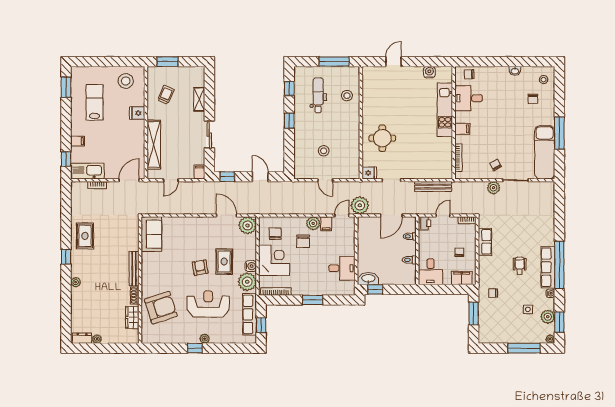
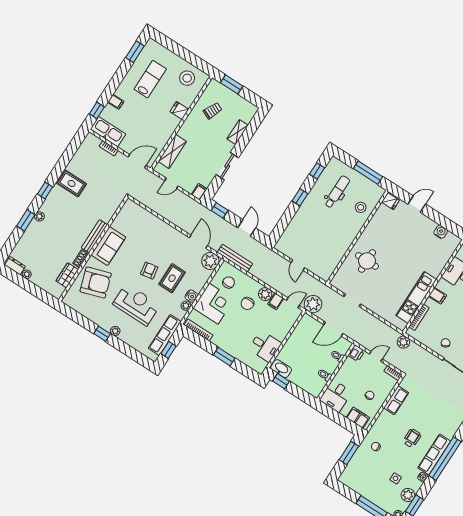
kitchen unit: (445, 110) -> (416, 297), moved
shelving: (154, 145) -> (172, 151), width x0.68
stool: (324, 151) -> (312, 240), removed
fridge: (369, 173) -> (391, 201), moved
bench: (433, 187) -> (235, 258), moved
plant: (493, 188) -> (403, 342), moved
sofa: (151, 234) -> (108, 246), moved
rug: (85, 236) -> (72, 183), turned 90
plant: (247, 282) -> (186, 306), width x0.53, depth x0.53
window: (66, 293) -> (26, 220), added

